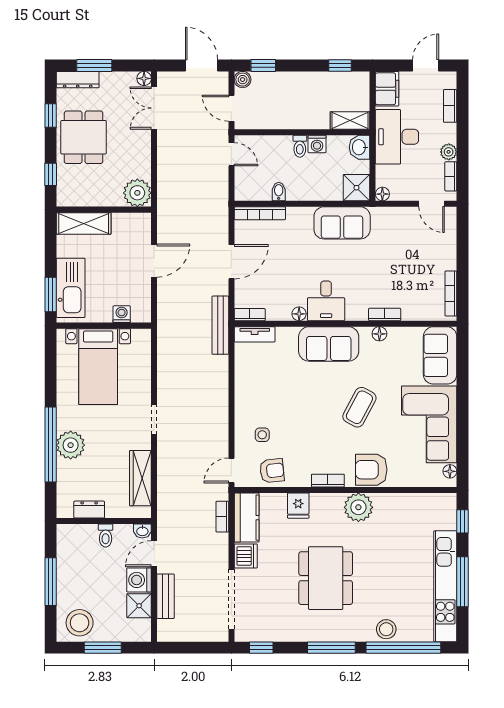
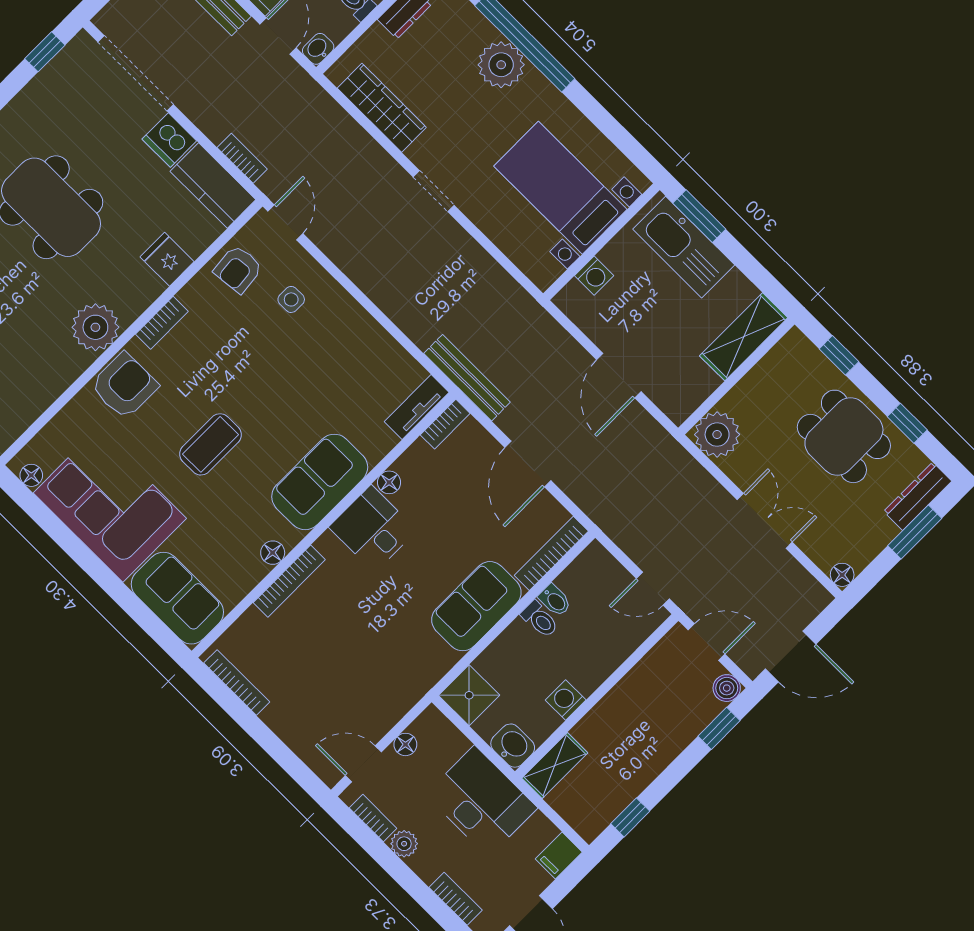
filing cabinet: (387, 89) -> (559, 856), width x0.50
double door: (154, 108) -> (765, 521), moved
toilet: (300, 146) -> (540, 619), moved, turned 180
floor lamp: (382, 194) -> (405, 744), moved
sofa: (342, 223) -> (476, 606), moved
bookcase: (385, 314) -> (289, 581), width x1.56
coffee table: (359, 407) -> (211, 444), turned 62

